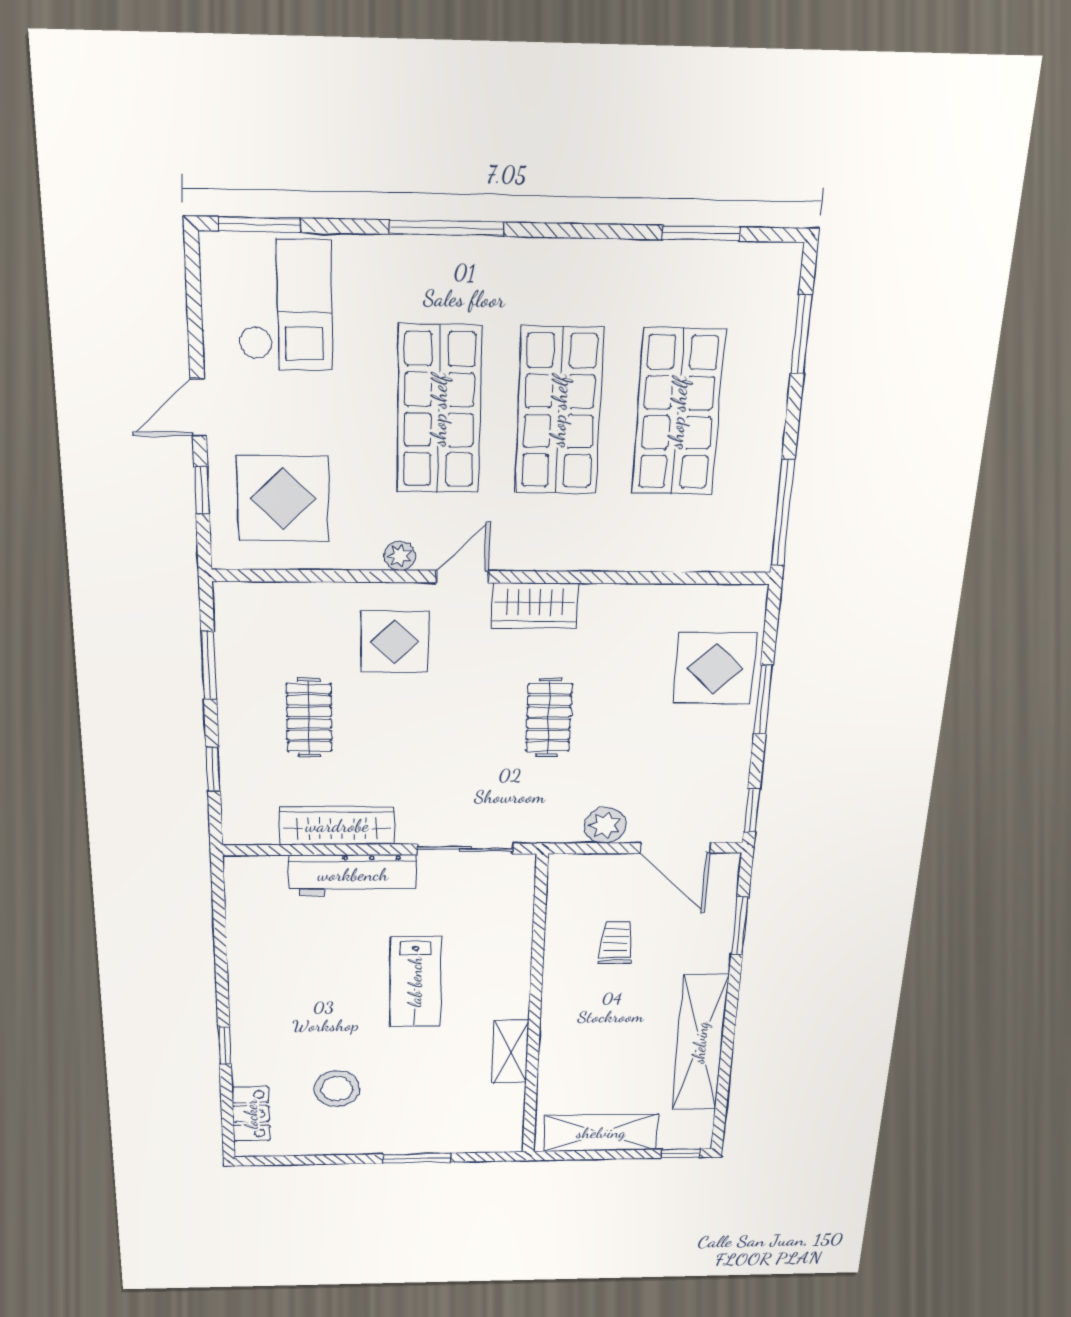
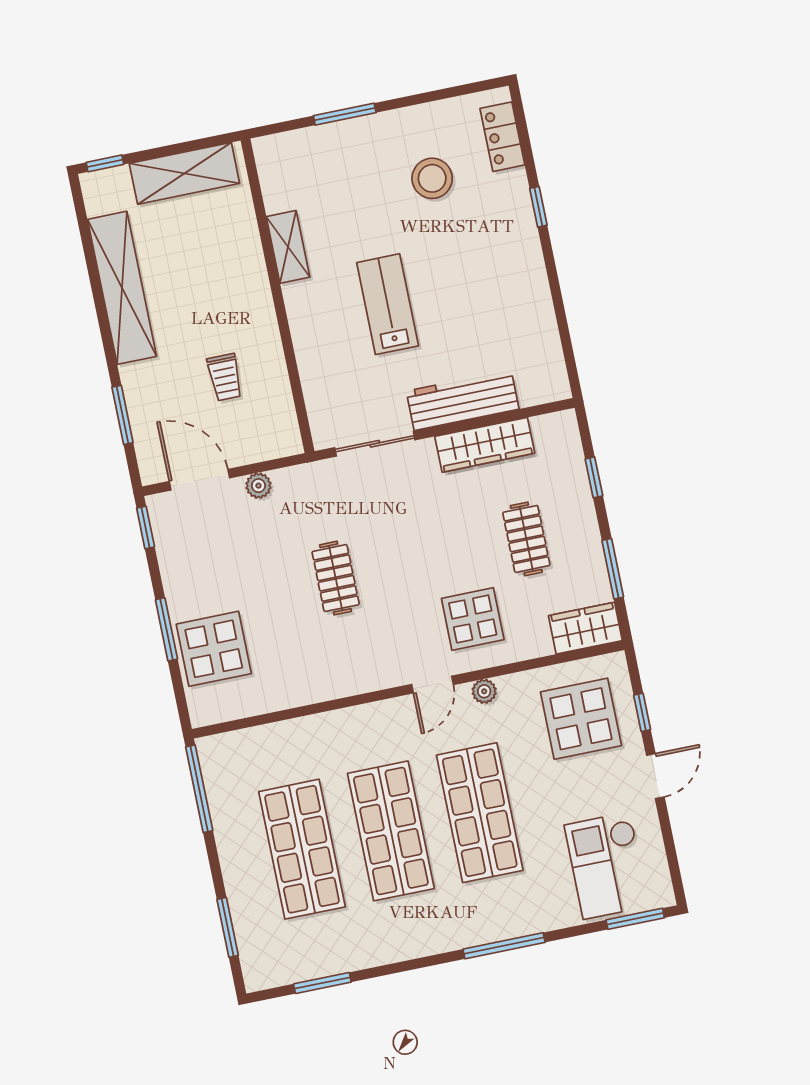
wardrobe: (534, 606) -> (585, 628), moved
plant: (605, 825) -> (258, 486), width x0.73, depth x0.73

